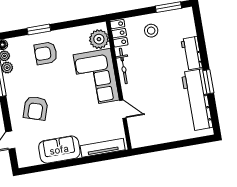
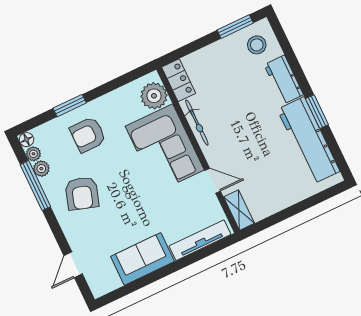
stool: (151, 31) -> (257, 45), moved
armchair: (36, 108) -> (82, 193), moved
shelving: (135, 135) -> (239, 210), added

